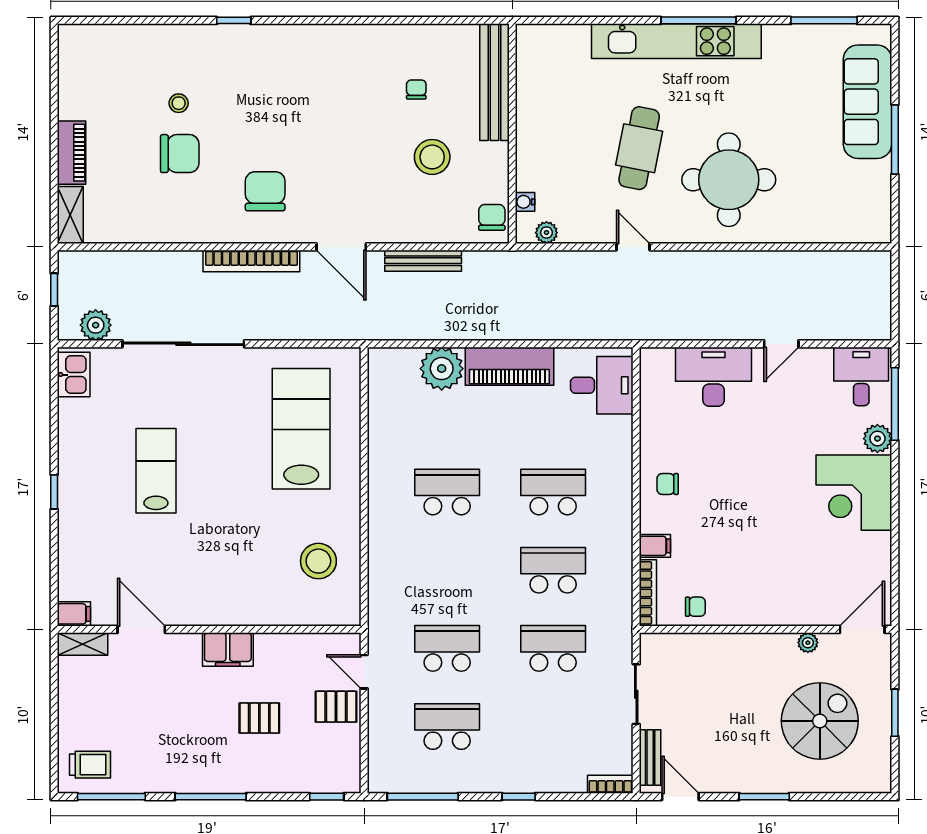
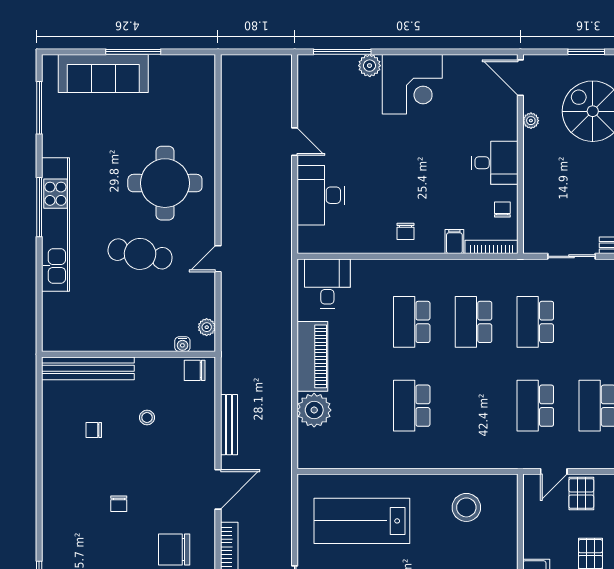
chair: (323, 121) -> (119, 504), added
stool: (432, 157) -> (147, 418), width x0.53, depth x0.53
desk: (861, 376) -> (495, 163), moved, turned 180

